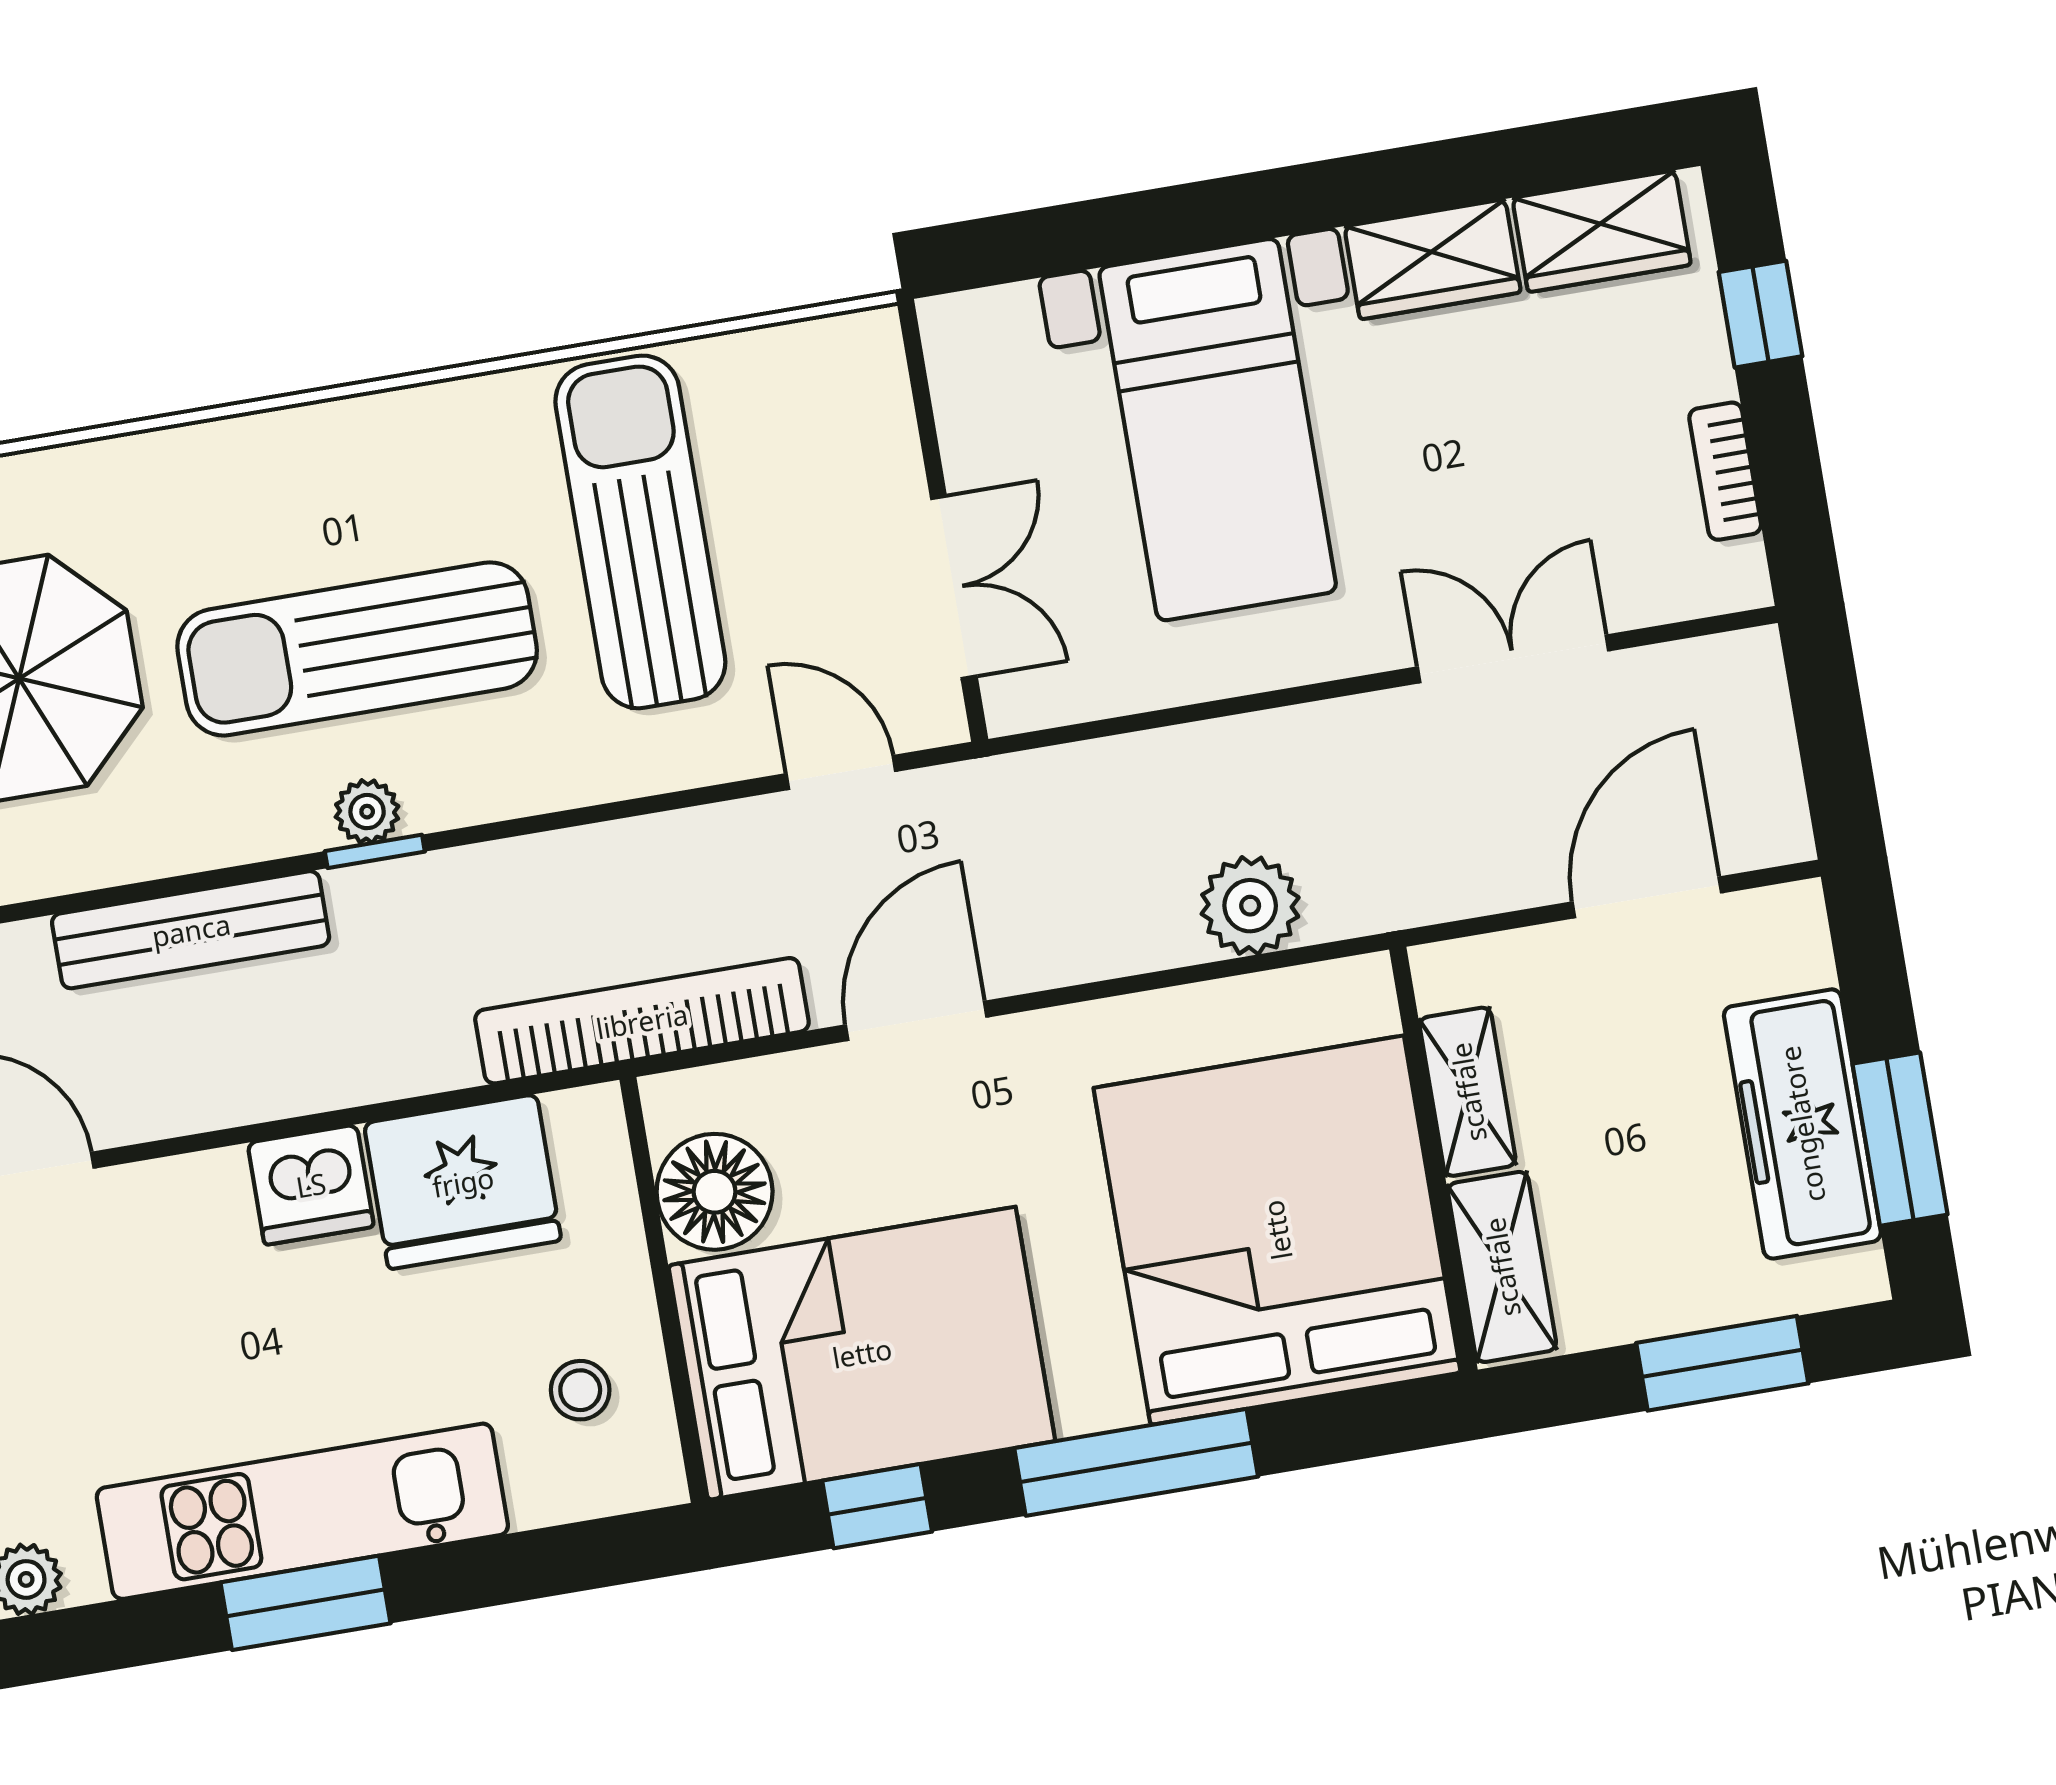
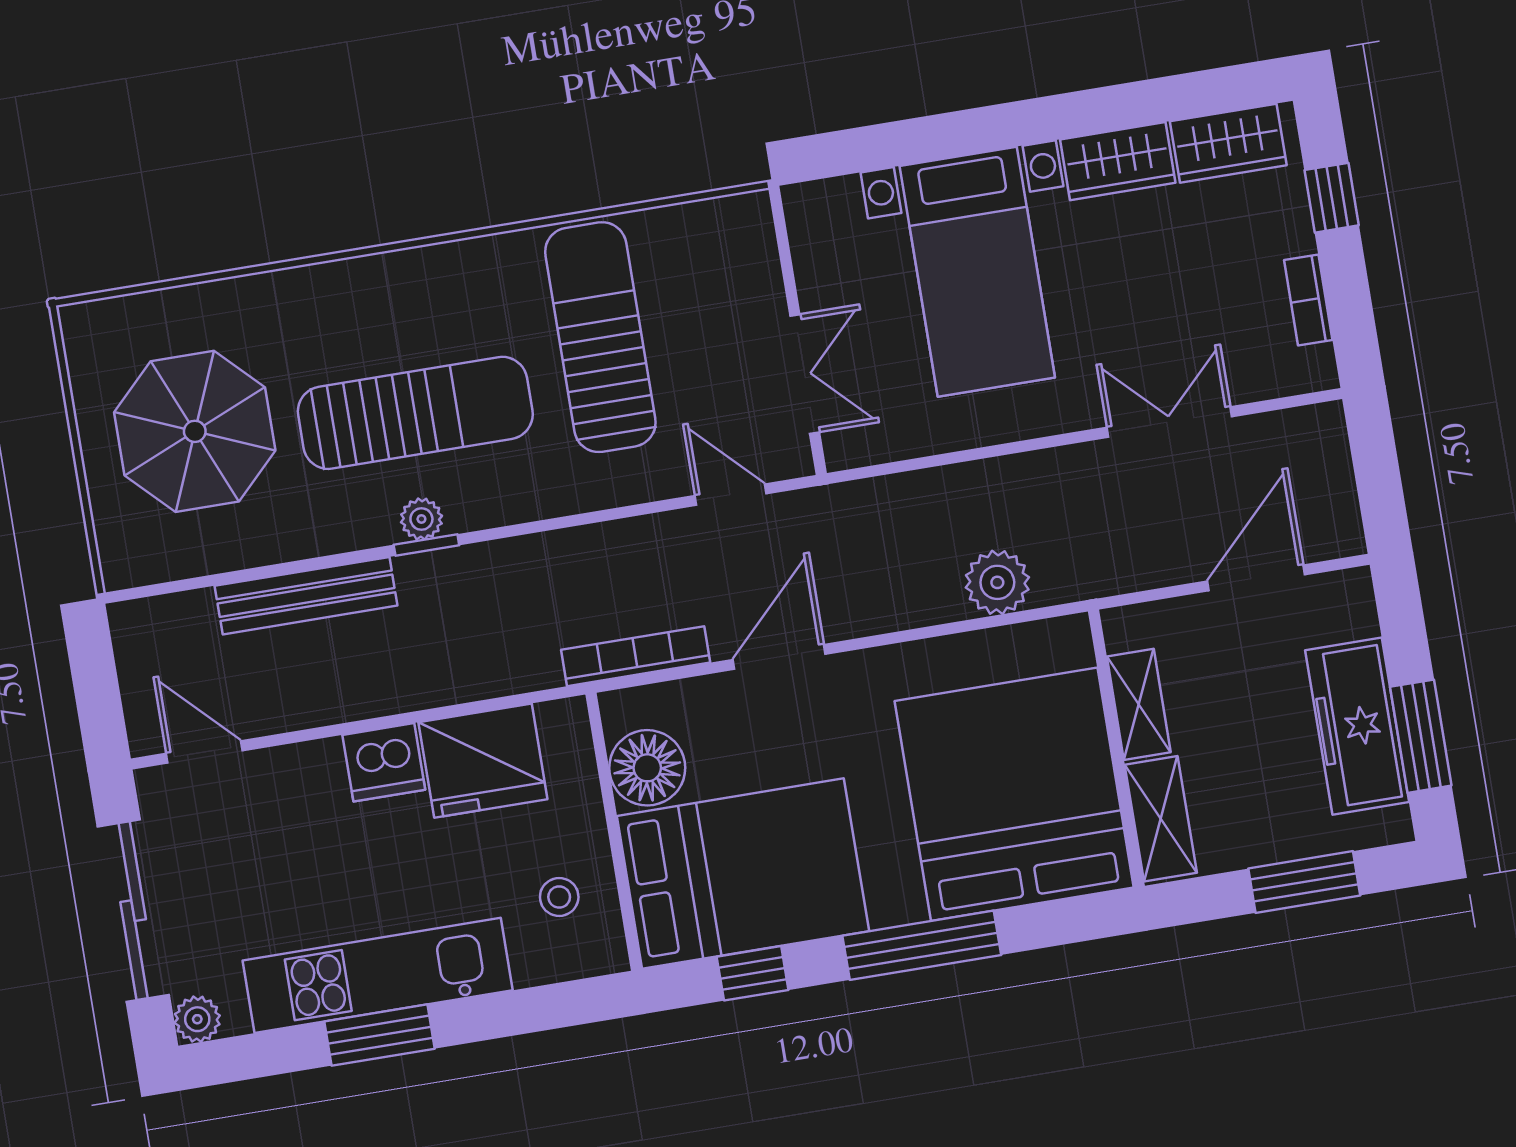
sun lounger: (357, 649) -> (415, 413), turned 180
bookcase: (642, 1021) -> (636, 656), width x0.68, depth x0.76

